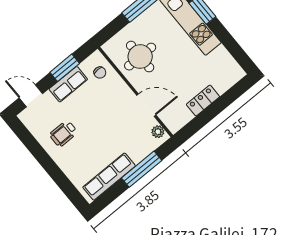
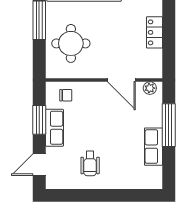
round table: (140, 57) -> (71, 43), moved
door: (146, 105) -> (121, 80), swing flipped
row of seats: (109, 177) -> (154, 147), width x0.68

